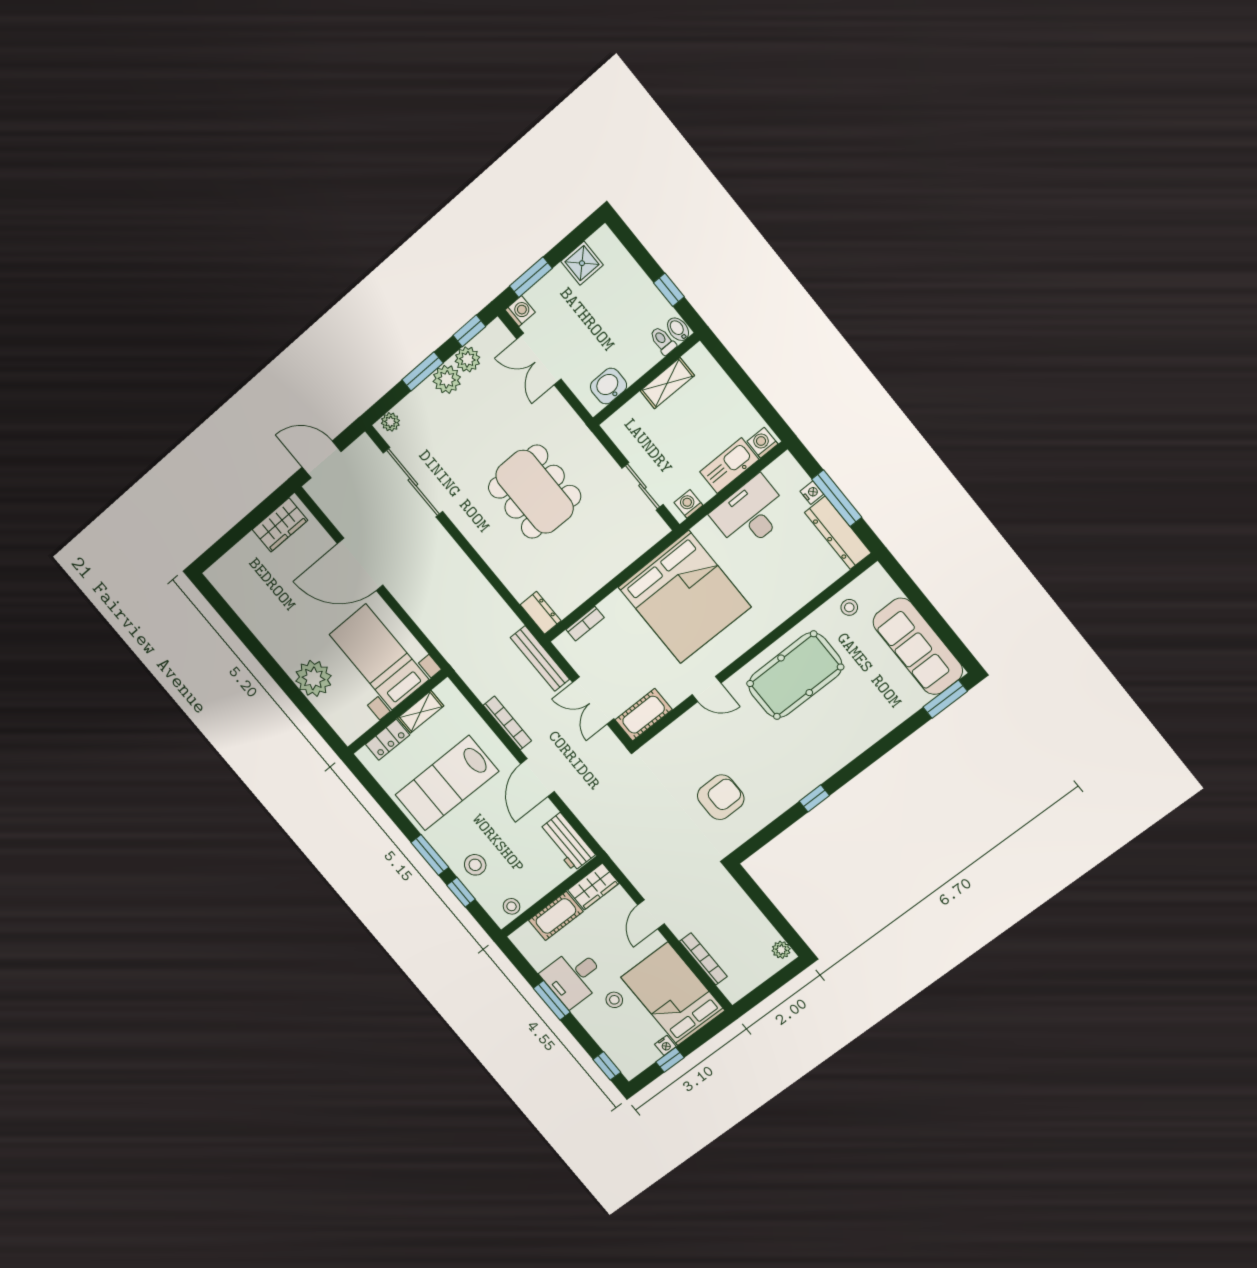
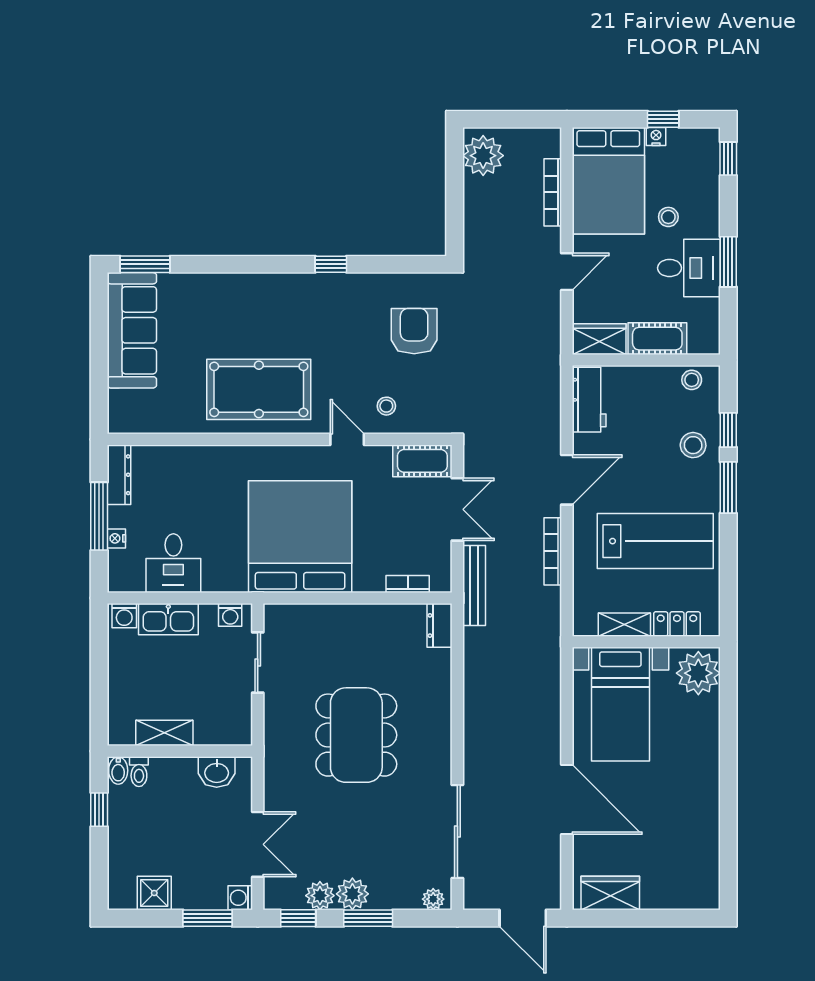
desk: (750, 514) -> (173, 563), width x0.73
dresser: (838, 533) -> (119, 475), width x0.73, depth x0.80
stool: (849, 607) -> (386, 406), moved
plant: (313, 678) -> (698, 673), moved
armchair: (721, 797) -> (414, 331), turned 90
plant: (781, 950) -> (483, 156), width x1.88, depth x1.88

